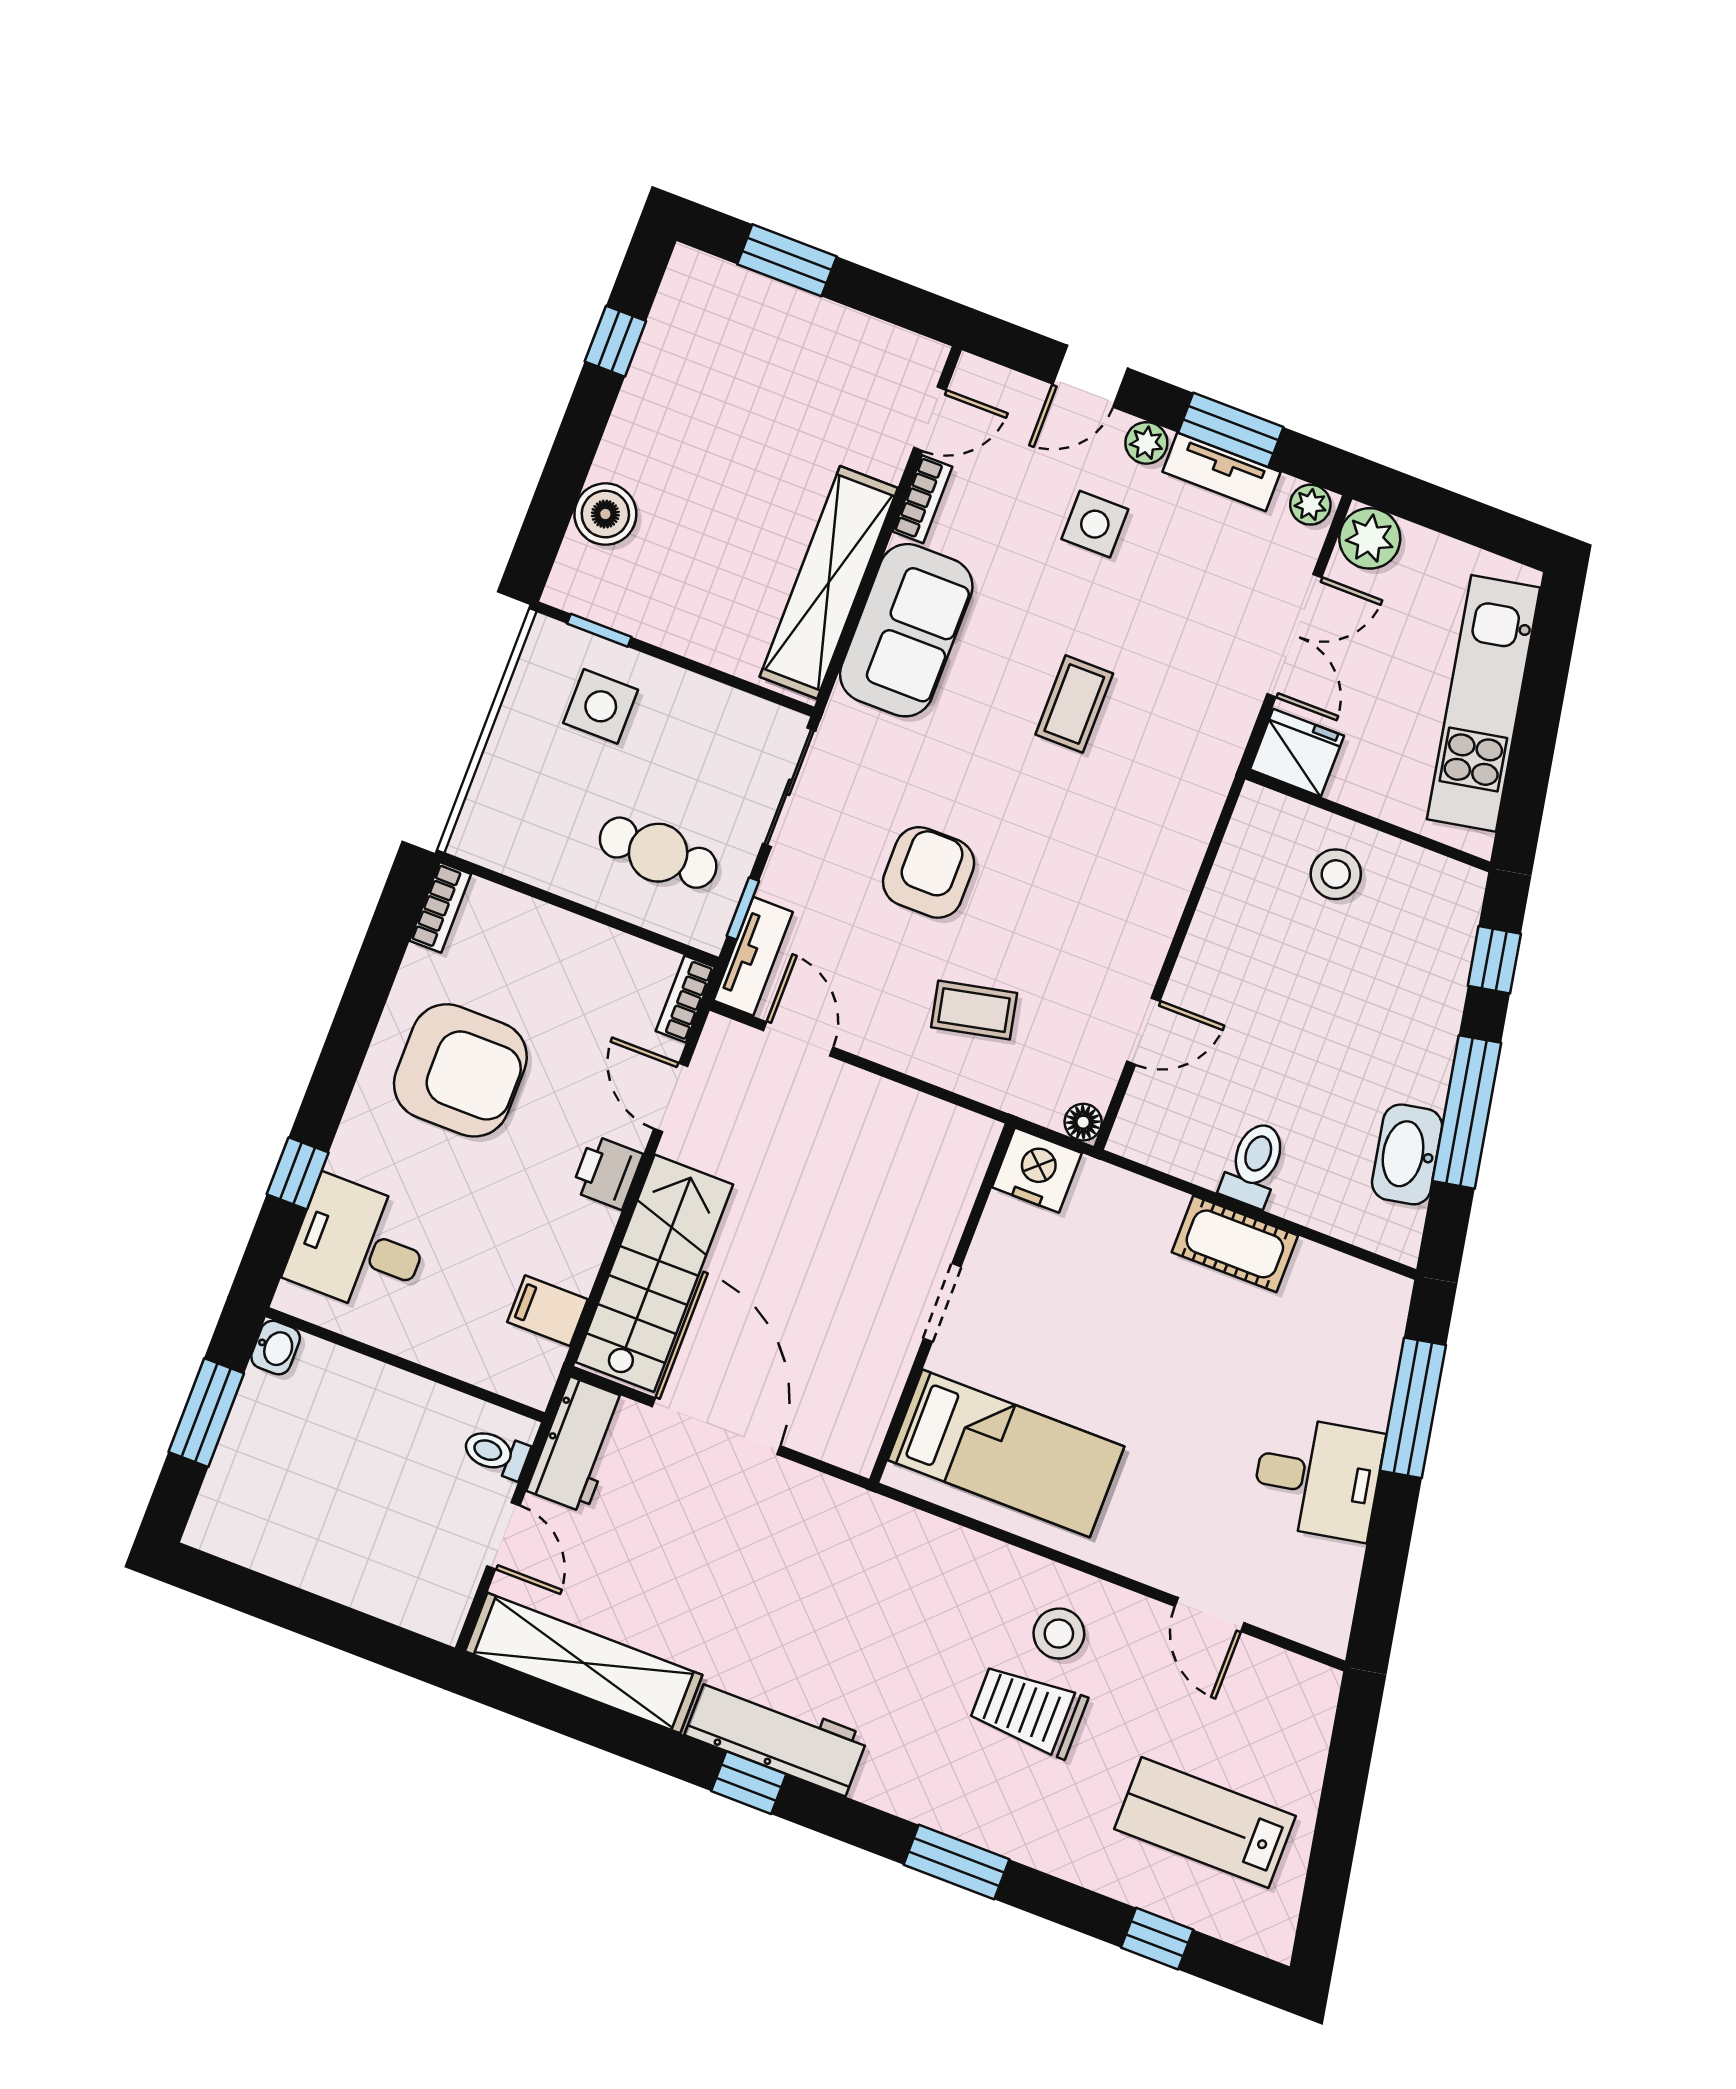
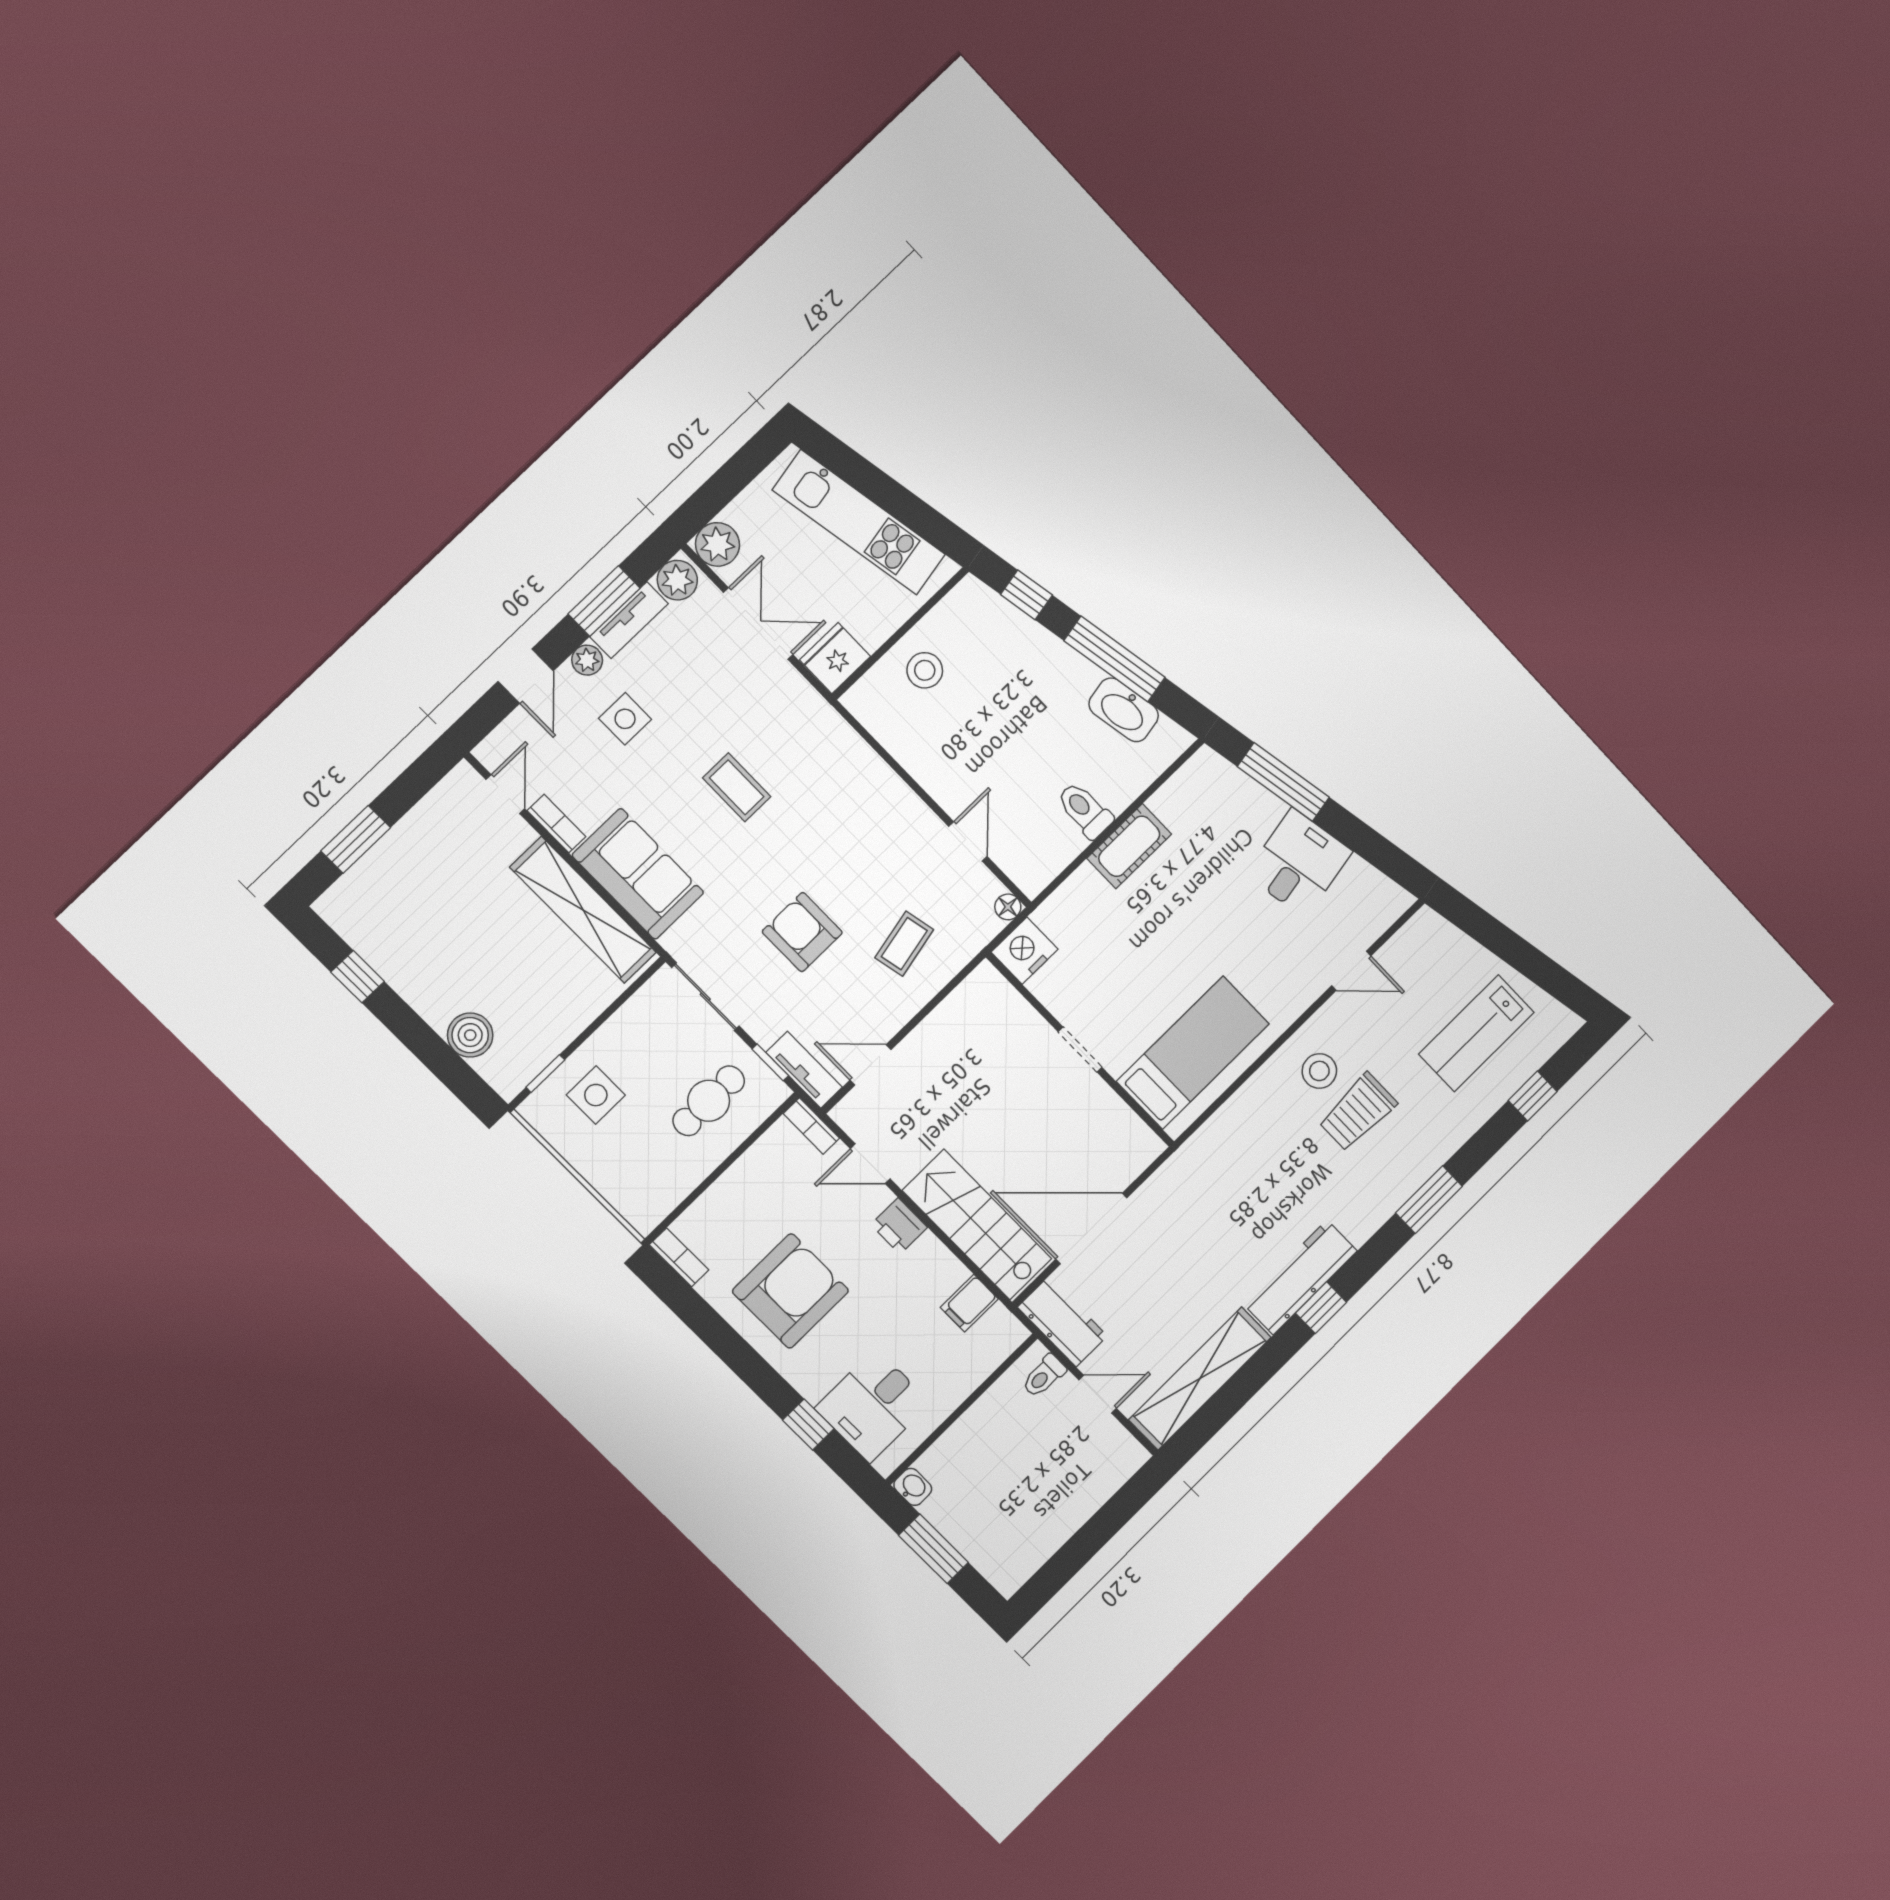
plant: (1310, 505) -> (677, 580), width x1.38, depth x1.38

